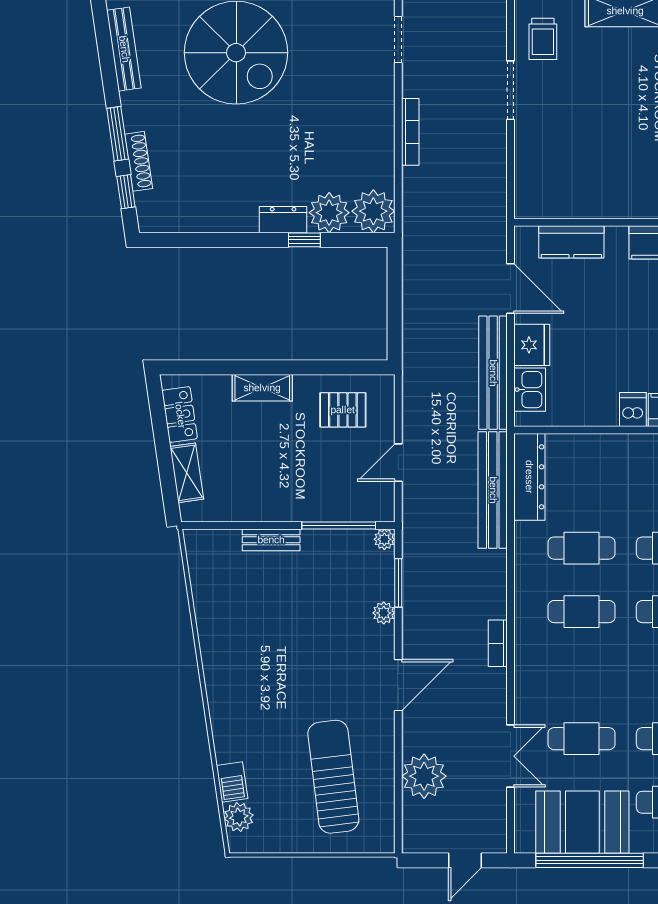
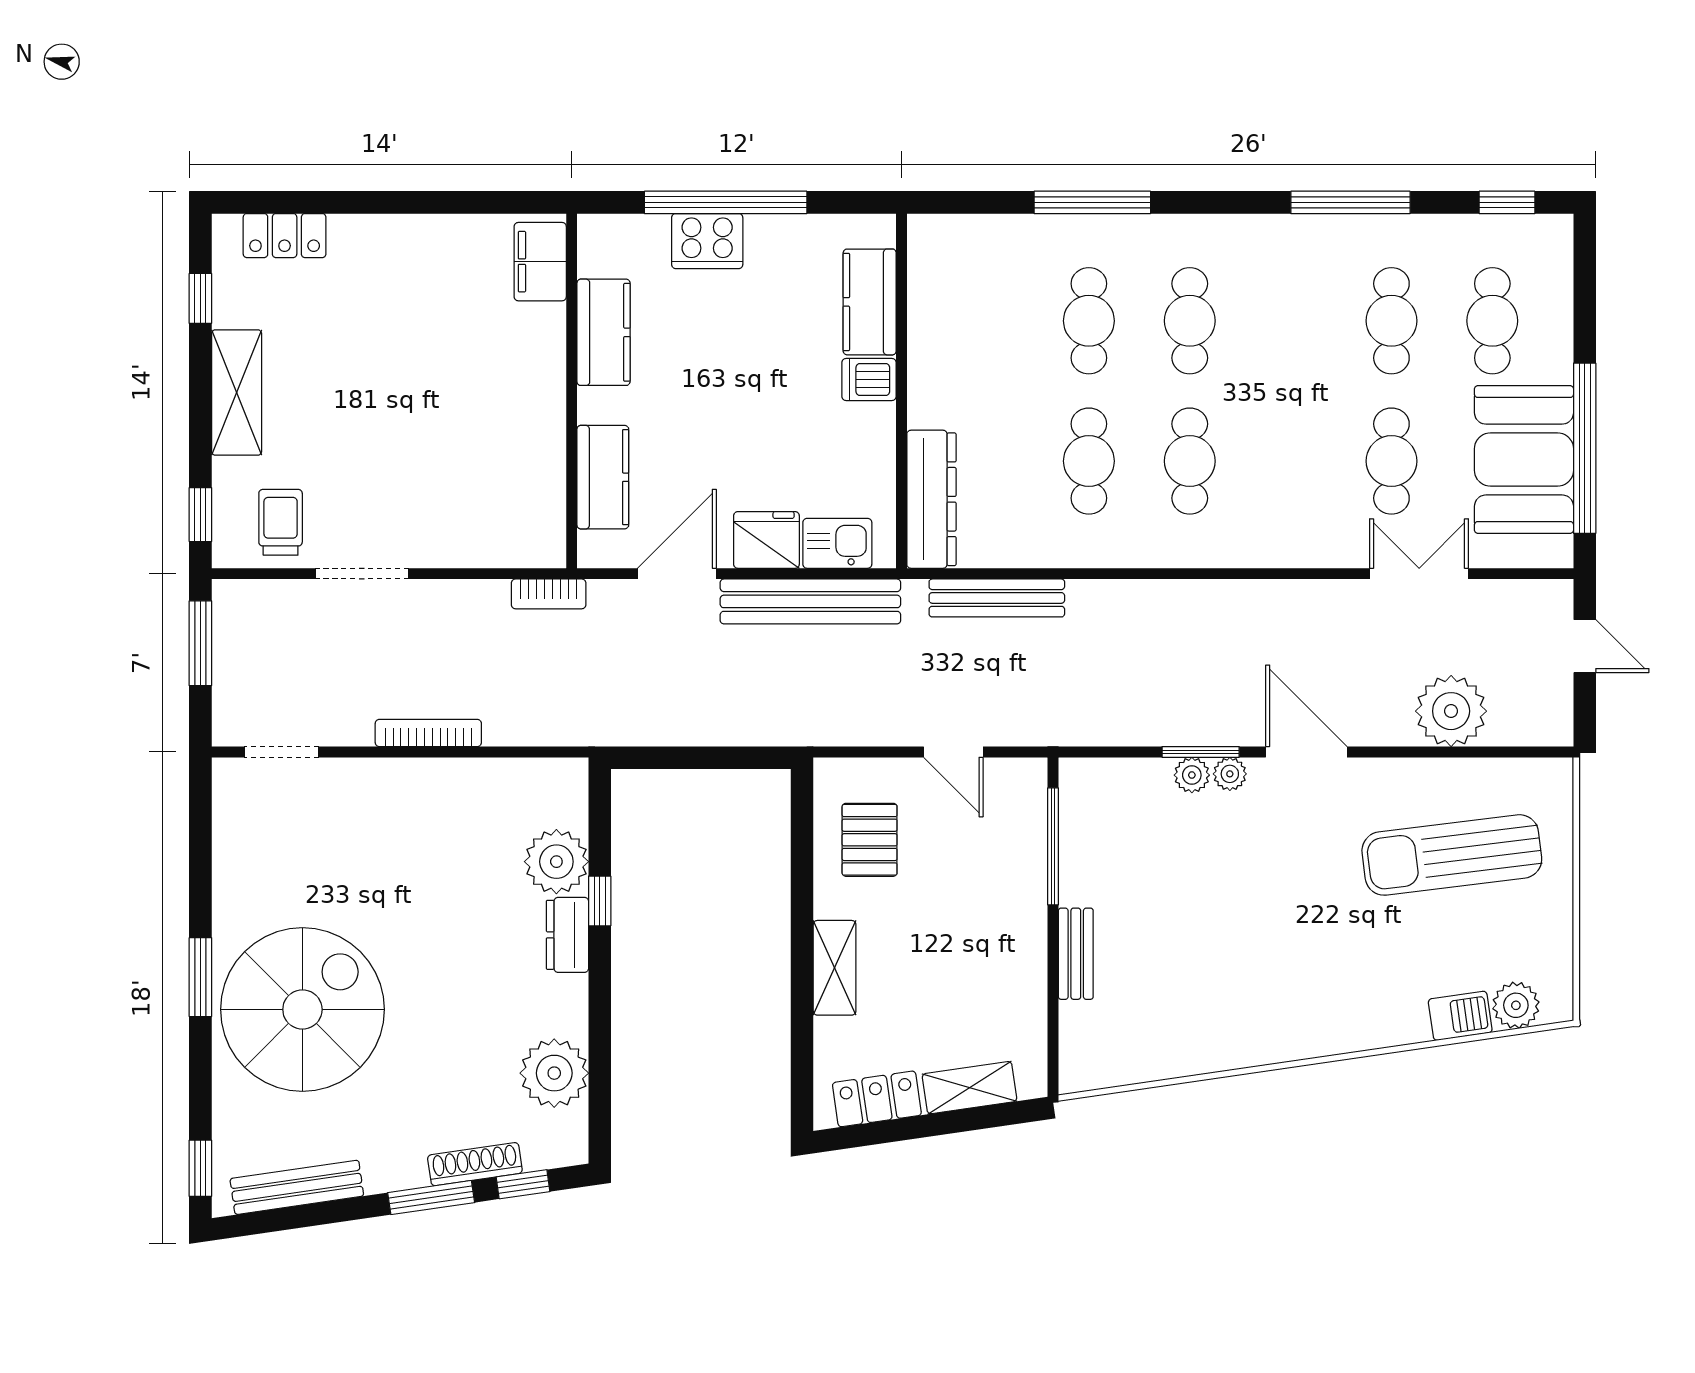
trolley: (543, 39) -> (281, 522), turned -90
plant: (373, 211) -> (554, 1073), moved
dresser: (529, 477) -> (931, 499), moved, turned 90
bench: (493, 490) -> (997, 598), width x0.73, depth x0.82
plant: (384, 539) -> (1230, 774), moved
window: (398, 583) -> (1201, 752), moved
bookcase: (498, 643) -> (549, 594), moved

